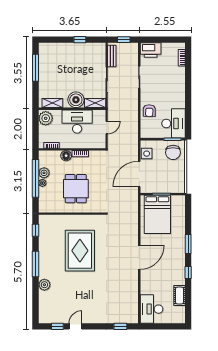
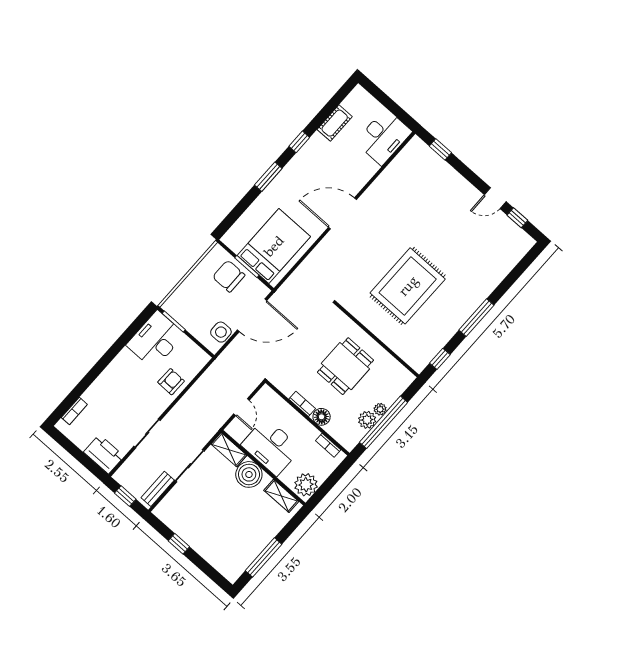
door: (107, 128) -> (241, 407), swing flipped
chair: (173, 152) -> (229, 276), moved, turned -89
plant: (44, 285) -> (488, 283), removed

